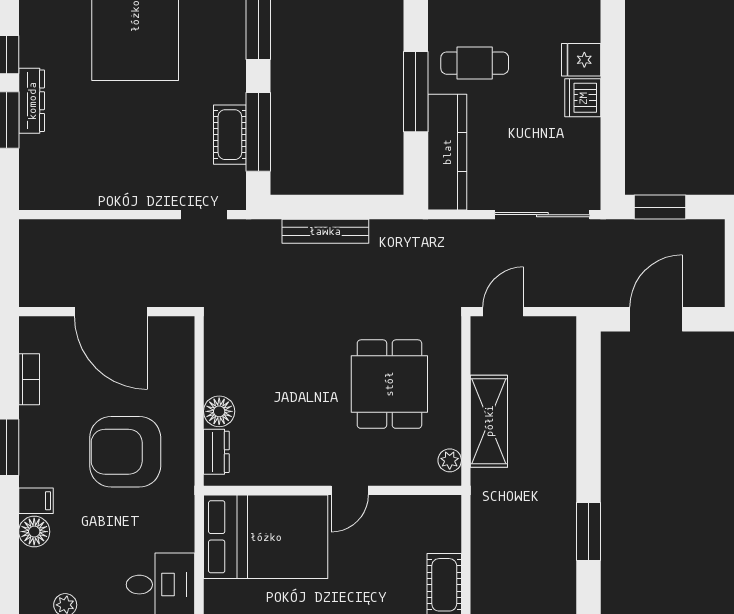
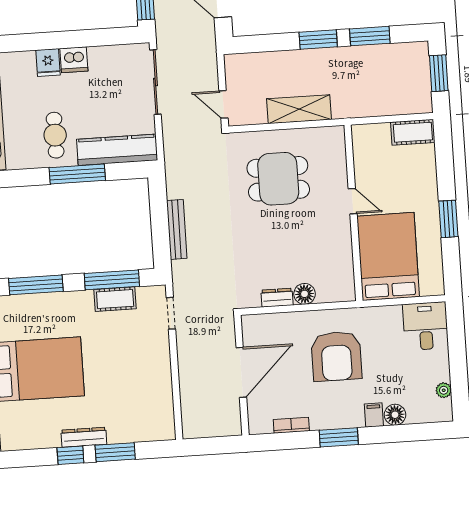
dresser: (32, 101) -> (84, 437), moved
dresser: (216, 452) -> (277, 298), moved
window: (589, 456) -> (318, 40), added
plant: (450, 460) -> (328, 134), removed

